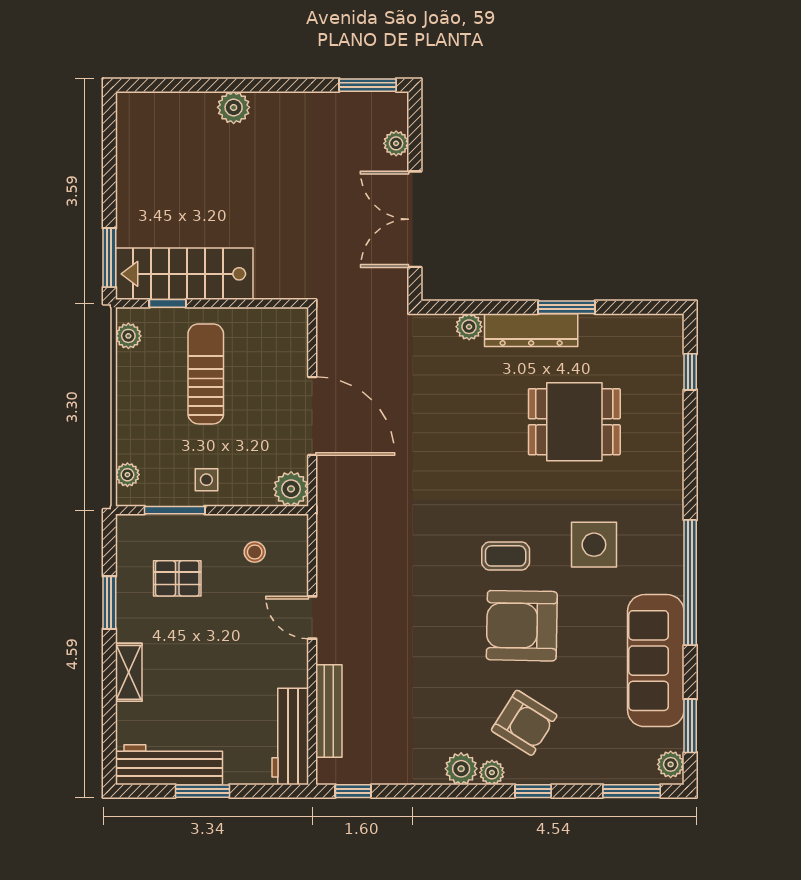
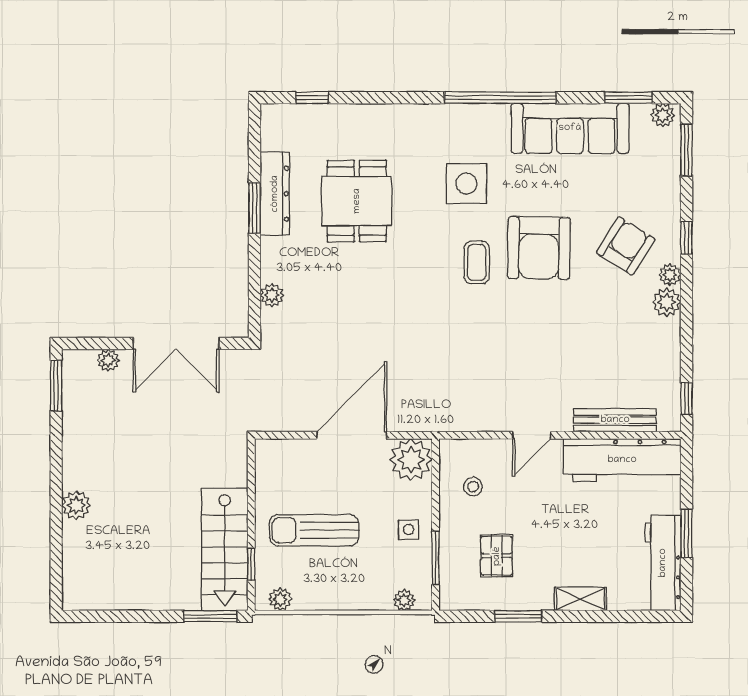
dresser: (531, 330) -> (275, 194), moved
plant: (291, 489) -> (411, 460), width x1.36, depth x1.36
workbench: (290, 736) -> (622, 460), width x1.36, depth x1.32

